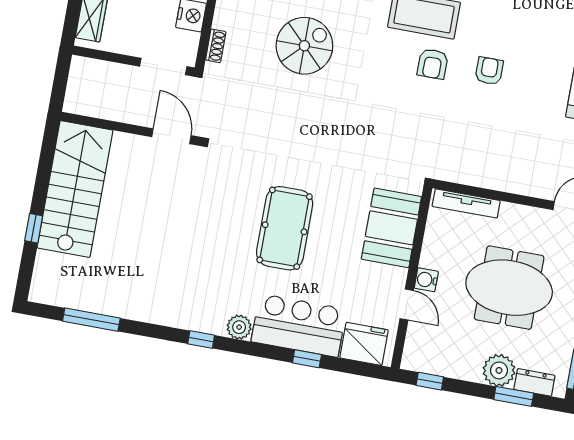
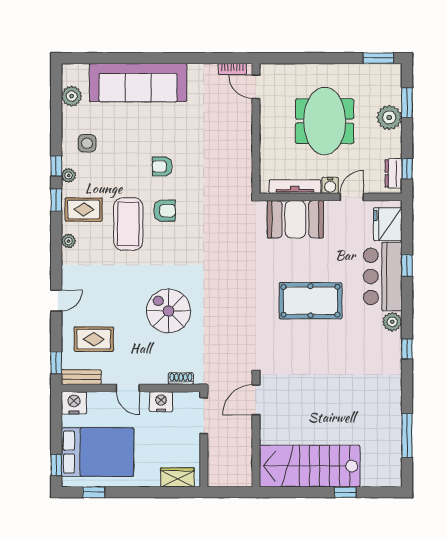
tv unit: (466, 203) -> (295, 187), moved, turned -90
dresser: (534, 382) -> (393, 173), moved

